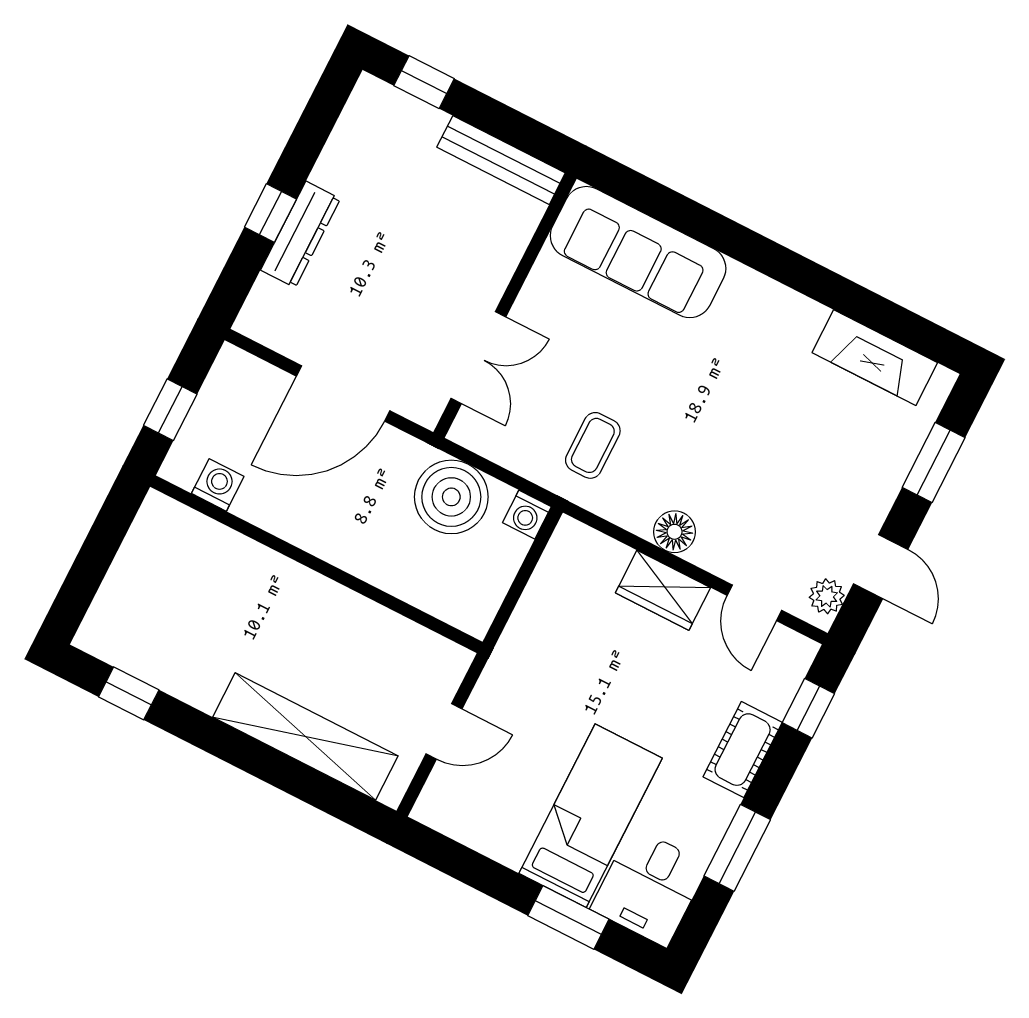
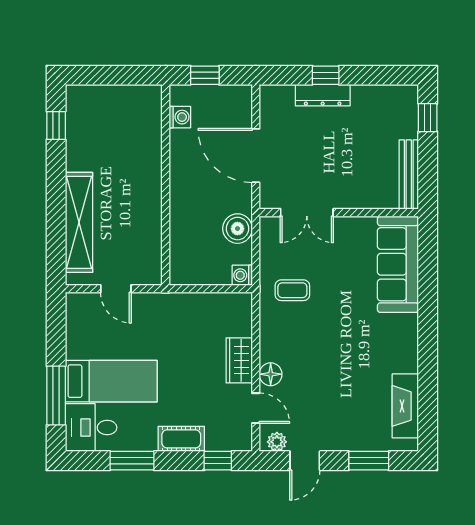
boiler: (451, 497) -> (237, 229), width x0.73, depth x0.73
floor lamp: (675, 532) -> (271, 374), moved
door: (754, 603) -> (256, 408), swing flipped
window: (568, 917) -> (56, 396), width x1.44

